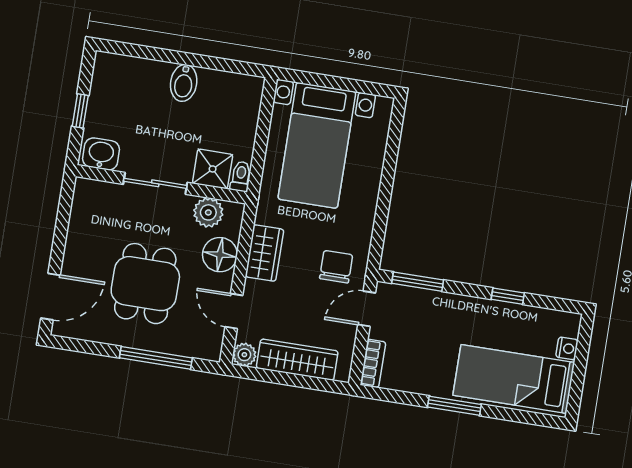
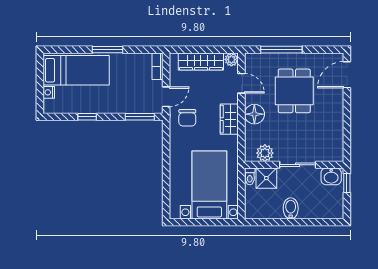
washbasin: (101, 154) -> (331, 176), moved
shower: (213, 169) -> (266, 178), moved
toilet: (241, 176) -> (250, 176), moved
sliding door: (155, 183) -> (298, 165), moved
wall: (161, 184) -> (294, 165), moved
plant: (208, 212) -> (265, 153), moved

